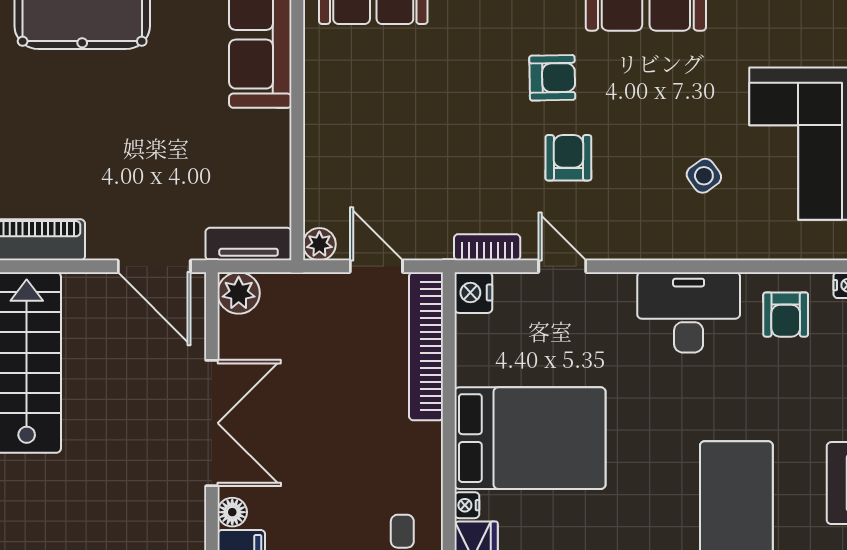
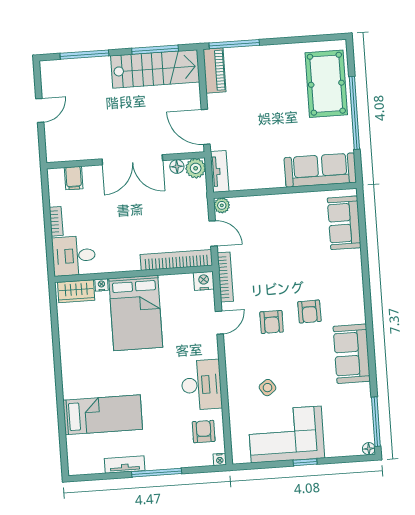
armchair: (568, 158) -> (272, 322), turned 90
bookcase: (487, 247) -> (225, 277), width x1.56
door: (154, 266) -> (206, 127), hinge flipped
door: (376, 266) -> (213, 233), hinge flipped
armchair: (786, 315) -> (204, 432), turned 90
floor lamp: (232, 512) -> (177, 167), moved

